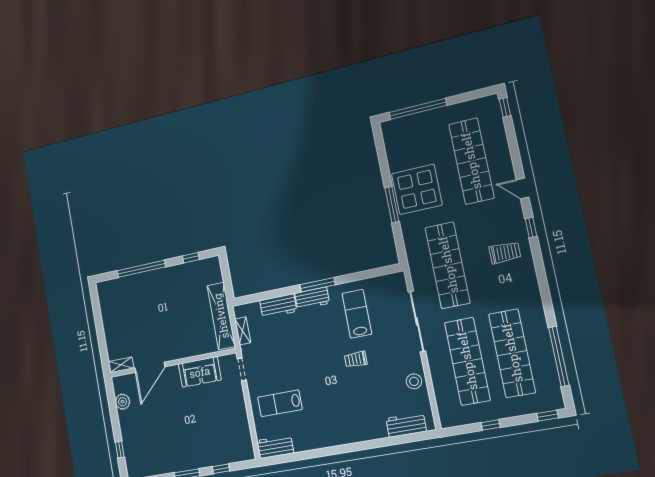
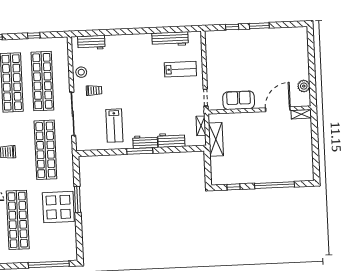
shelving: (221, 316) -> (216, 139), width x0.68
trolley: (356, 359) -> (94, 90), moved
workbench: (275, 447) -> (170, 39), moved, width x1.37
window: (120, 450) -> (311, 50), removed

